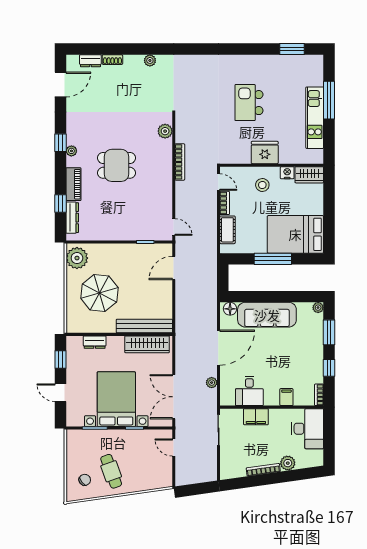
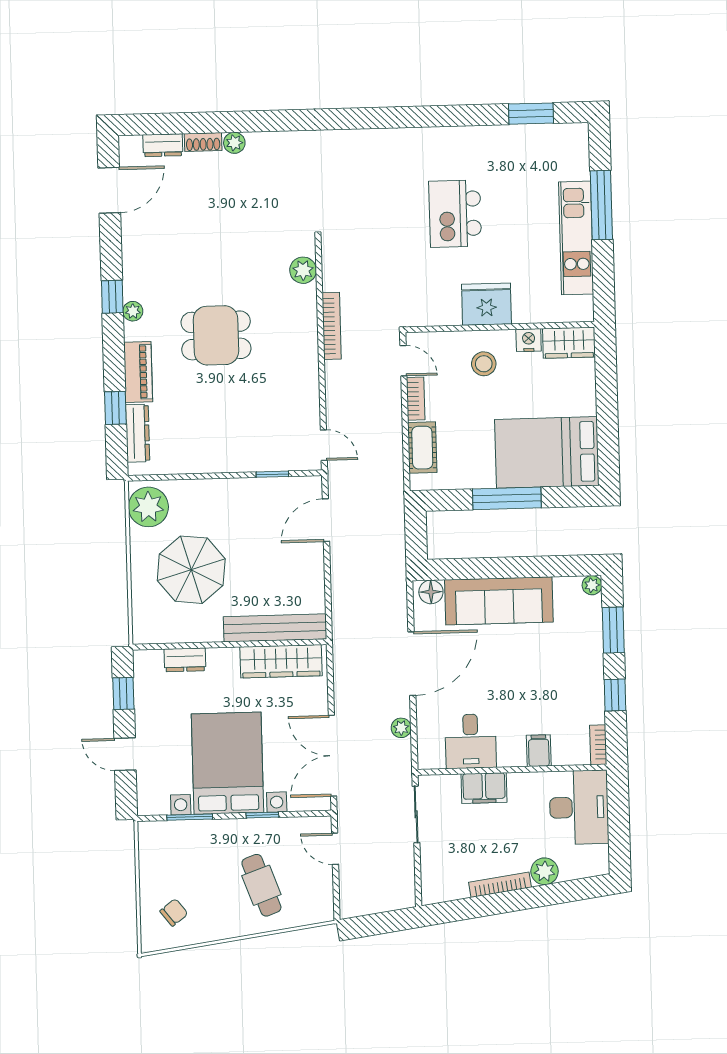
plant: (150, 60) -> (234, 143), moved
cafe table: (111, 471) -> (261, 885), moved

